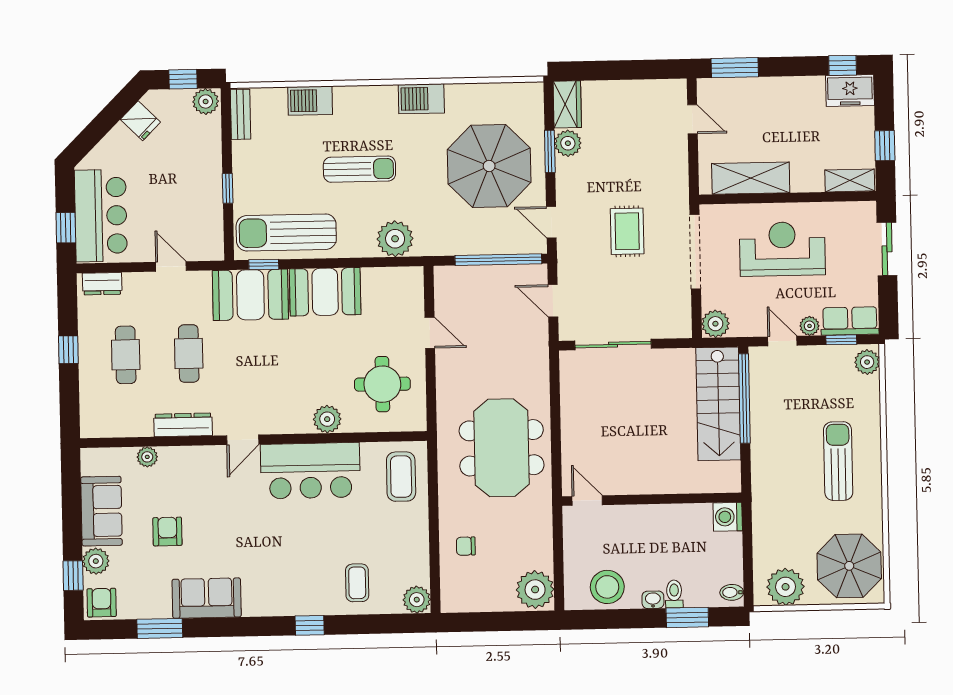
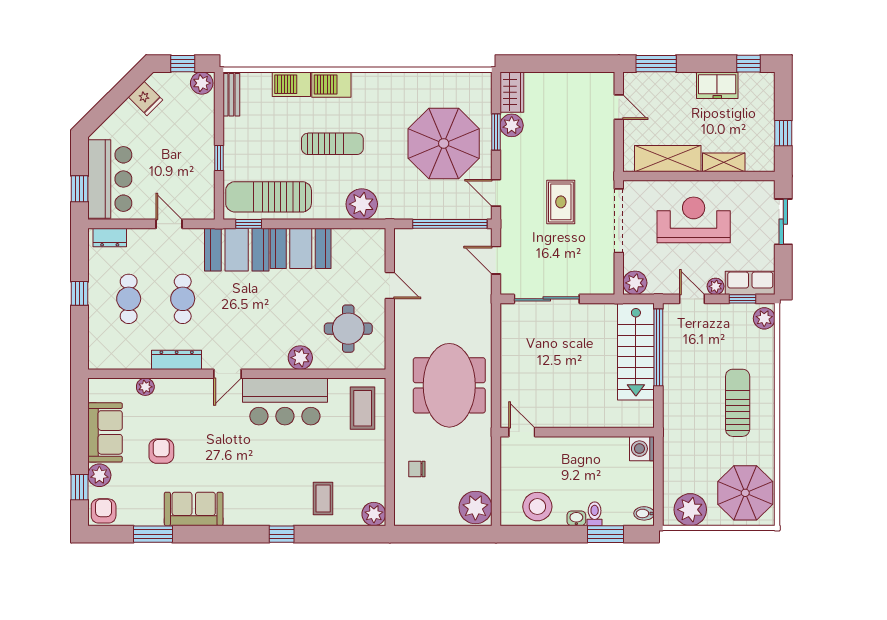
freezer: (850, 91) -> (717, 85), moved
barbecue: (421, 99) -> (331, 85), moved
shelving: (850, 180) -> (724, 162), moved

